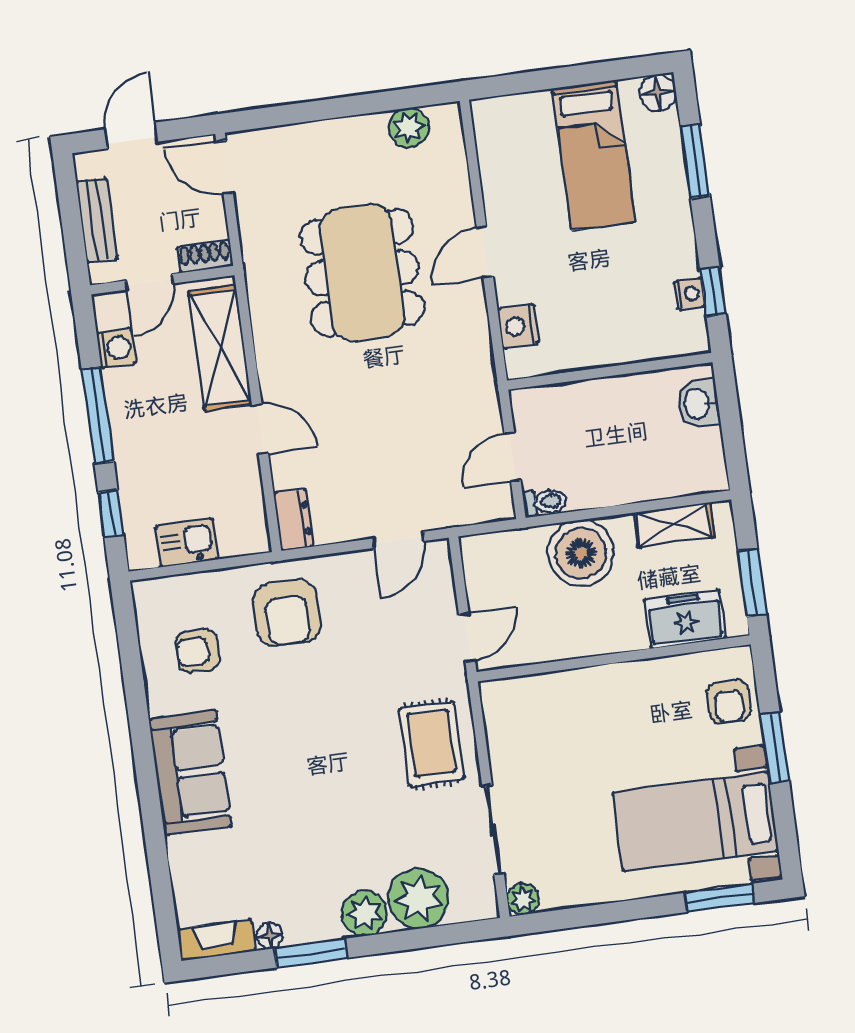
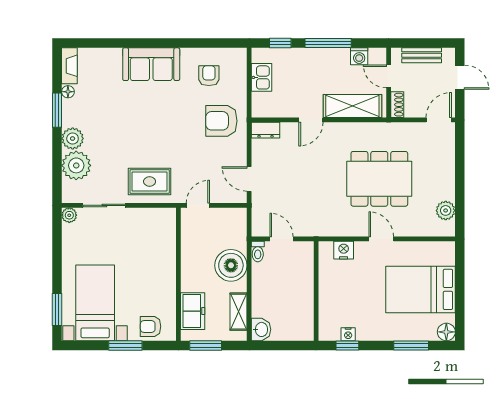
bed: (594, 155) -> (421, 289), width x1.50
washbasin: (698, 404) -> (261, 329), moved, turned 90
door: (467, 638) -> (198, 205), swing flipped

